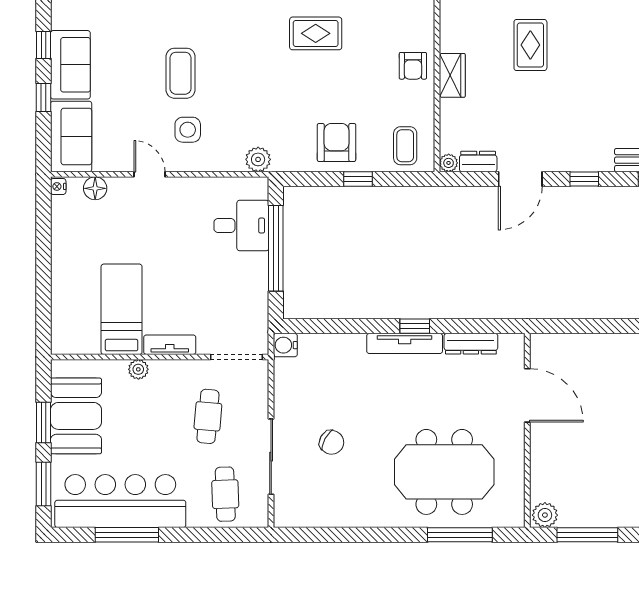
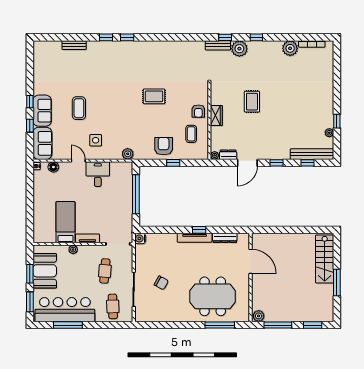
coffee table: (181, 73) -> (79, 108), moved
coffee table: (405, 146) -> (191, 134), moved
desk: (241, 226) -> (98, 174), moved, turned -90

